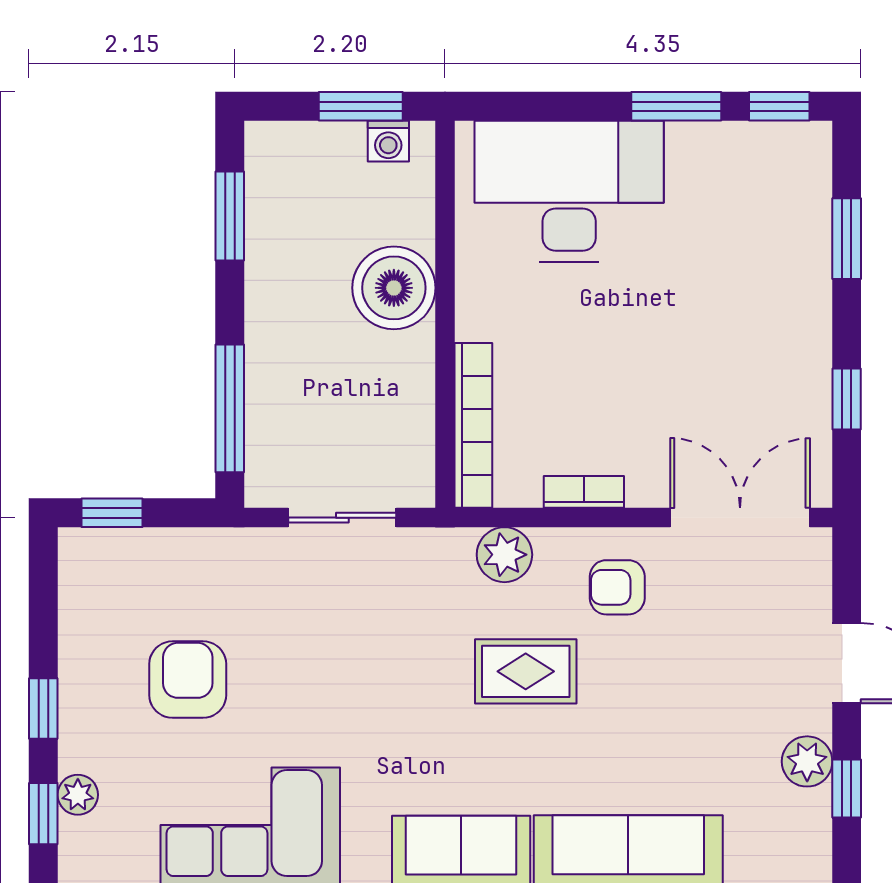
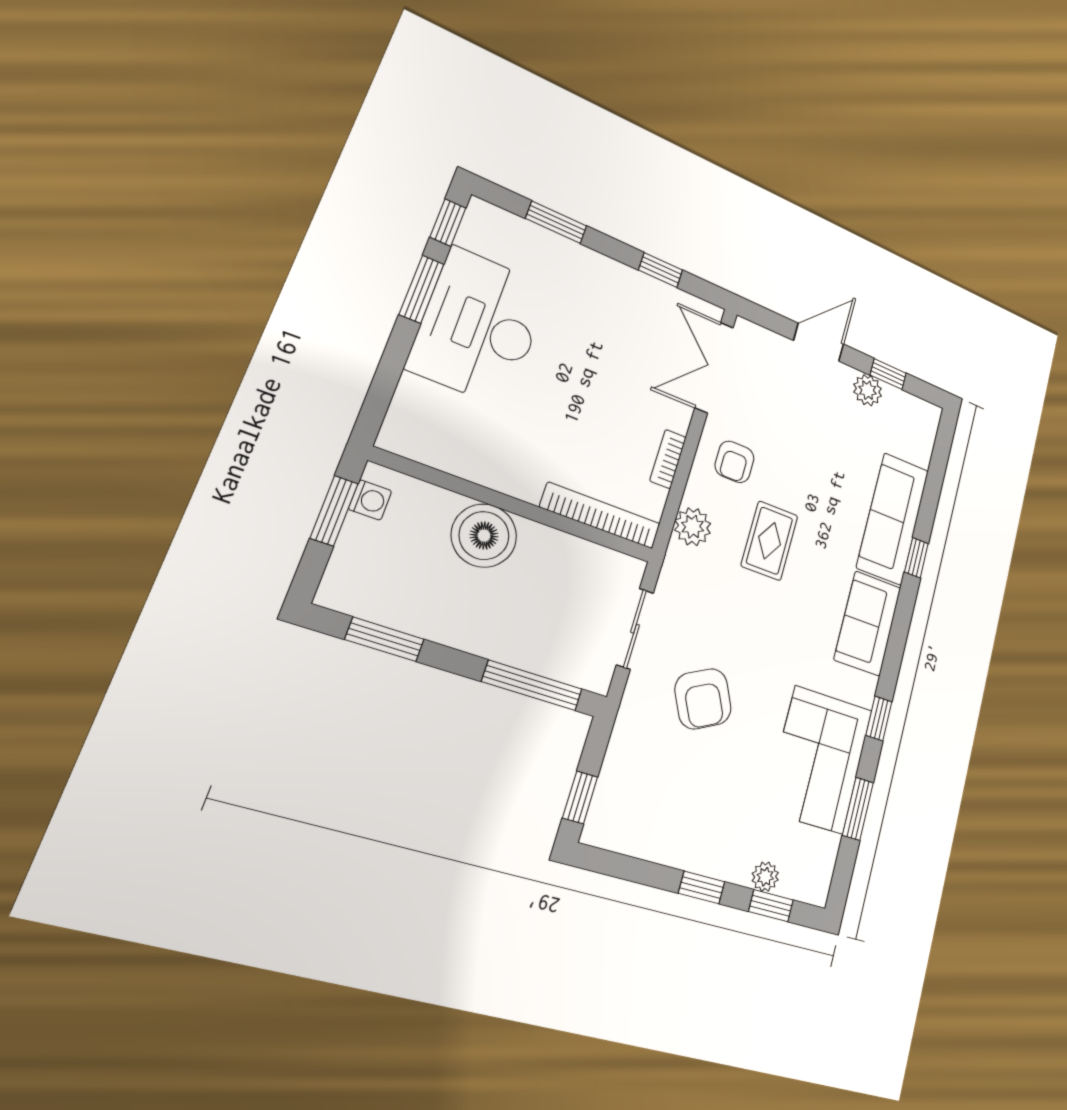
desk: (569, 191) -> (479, 327), moved
armchair: (188, 680) -> (703, 699), moved, turned -117

